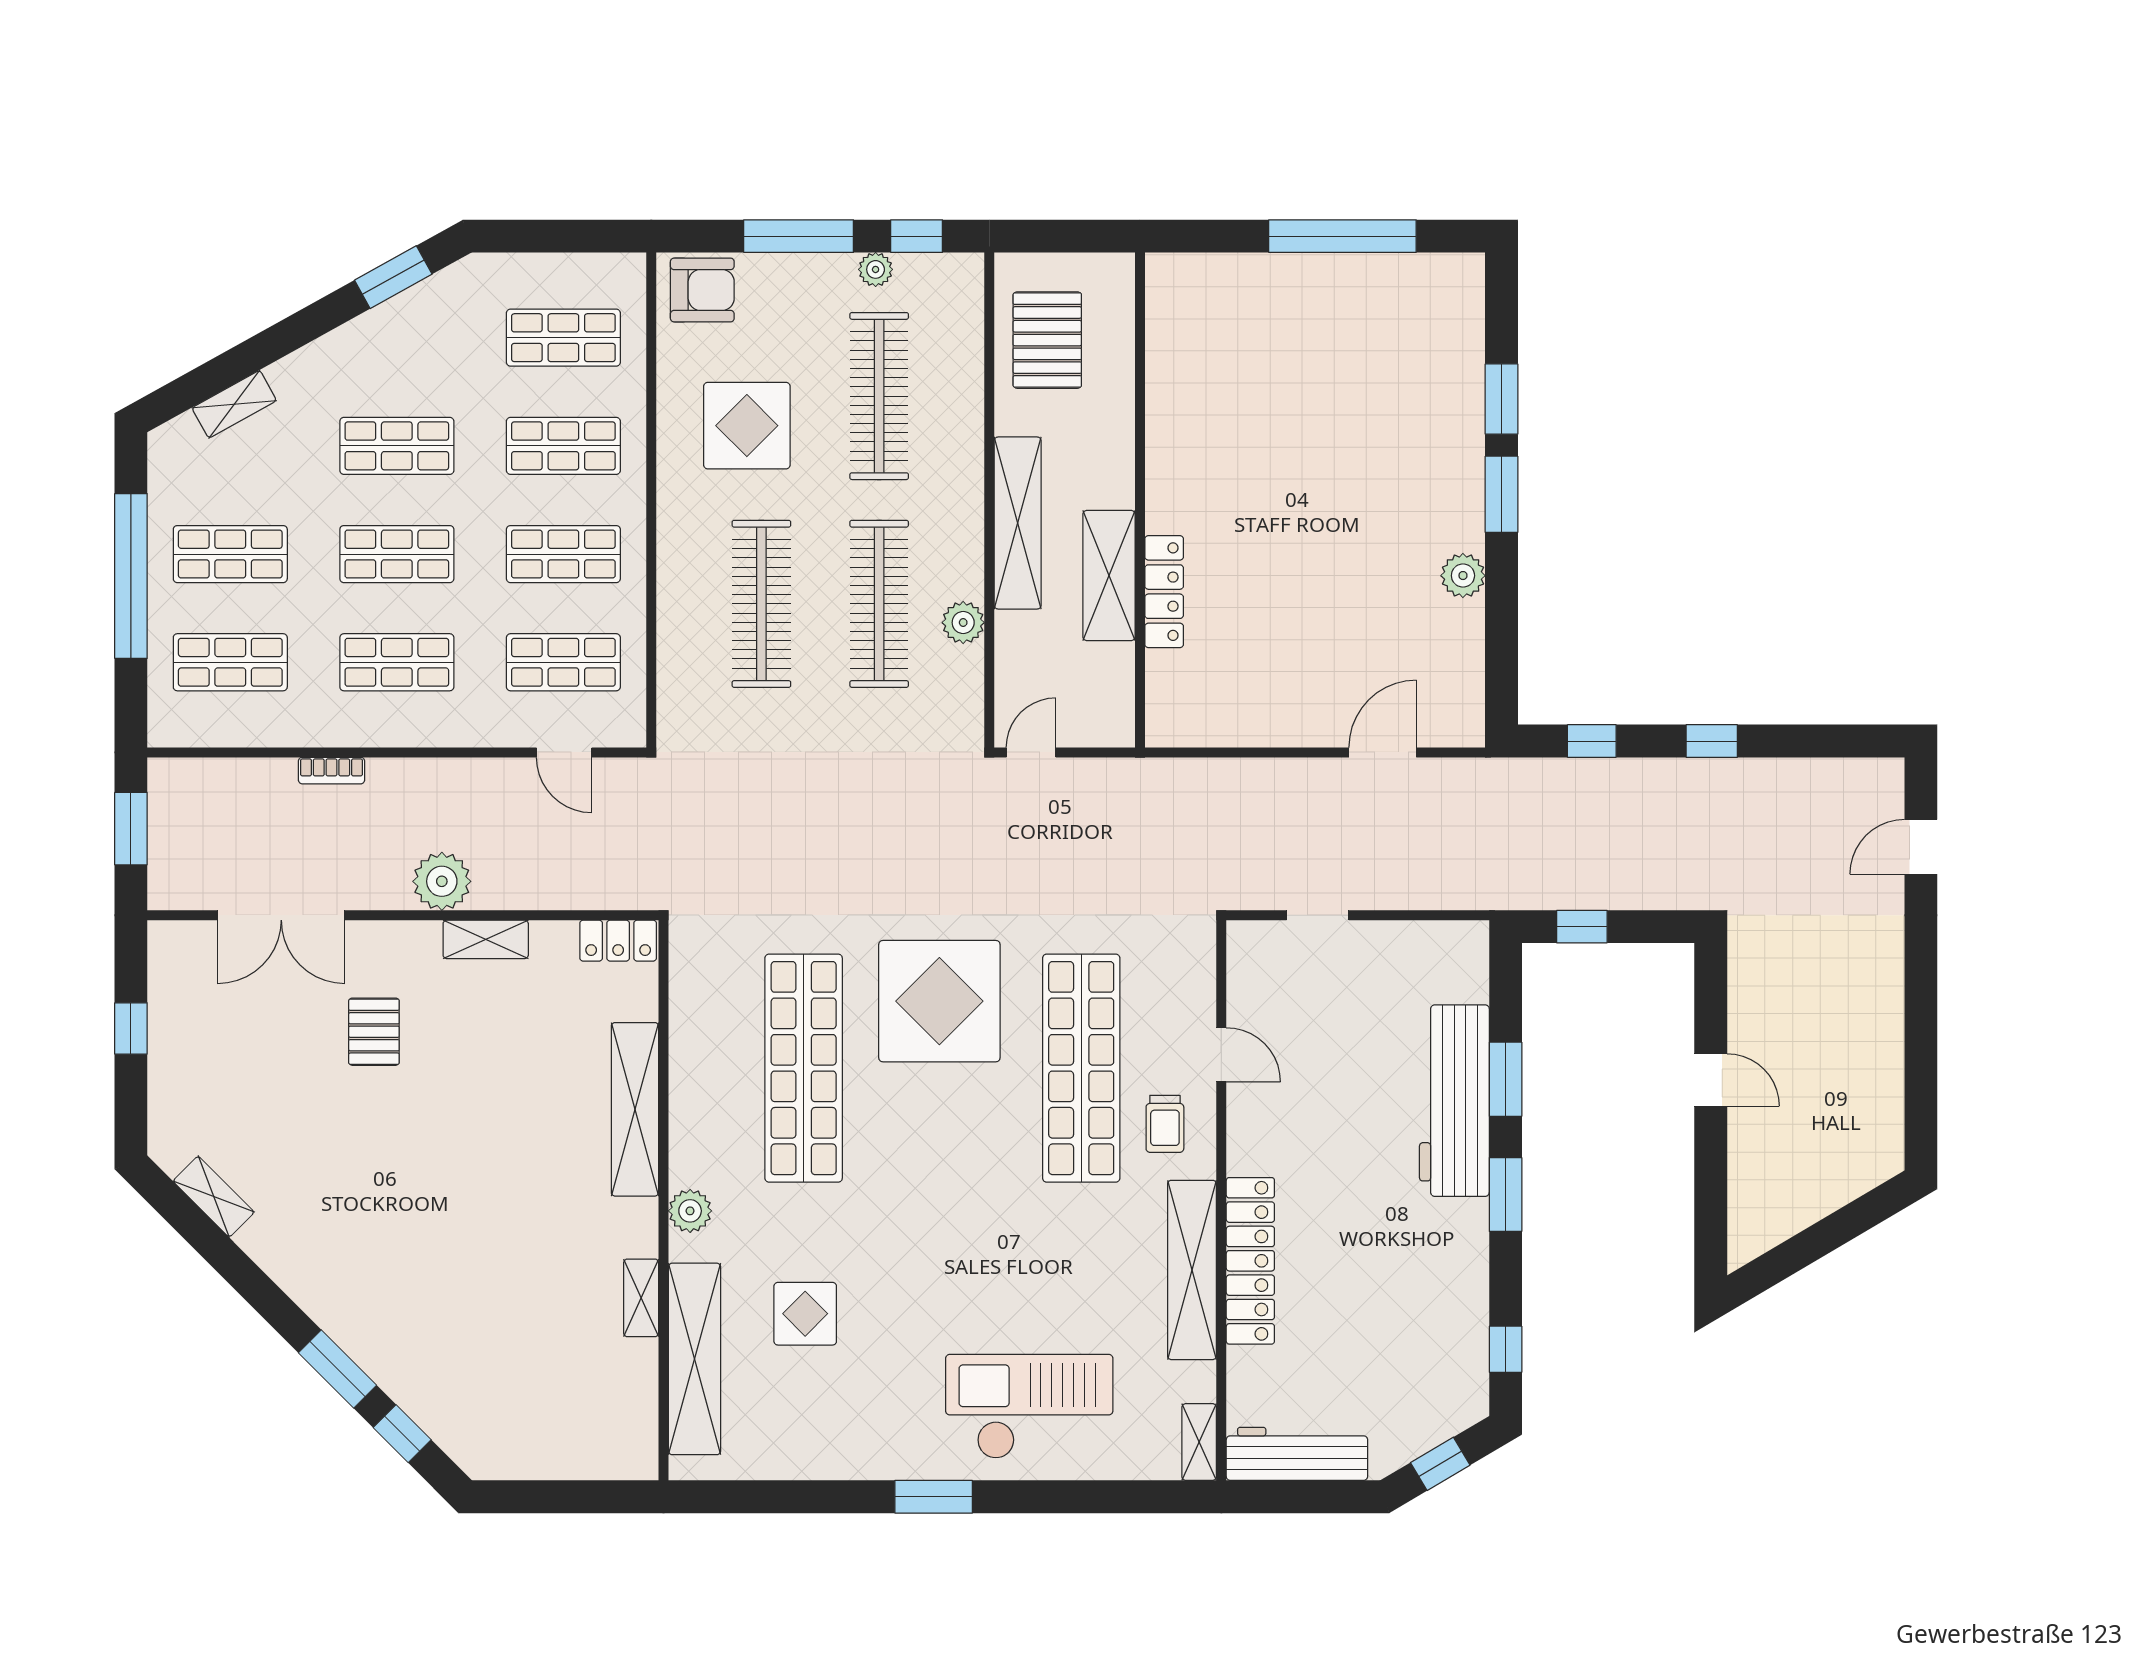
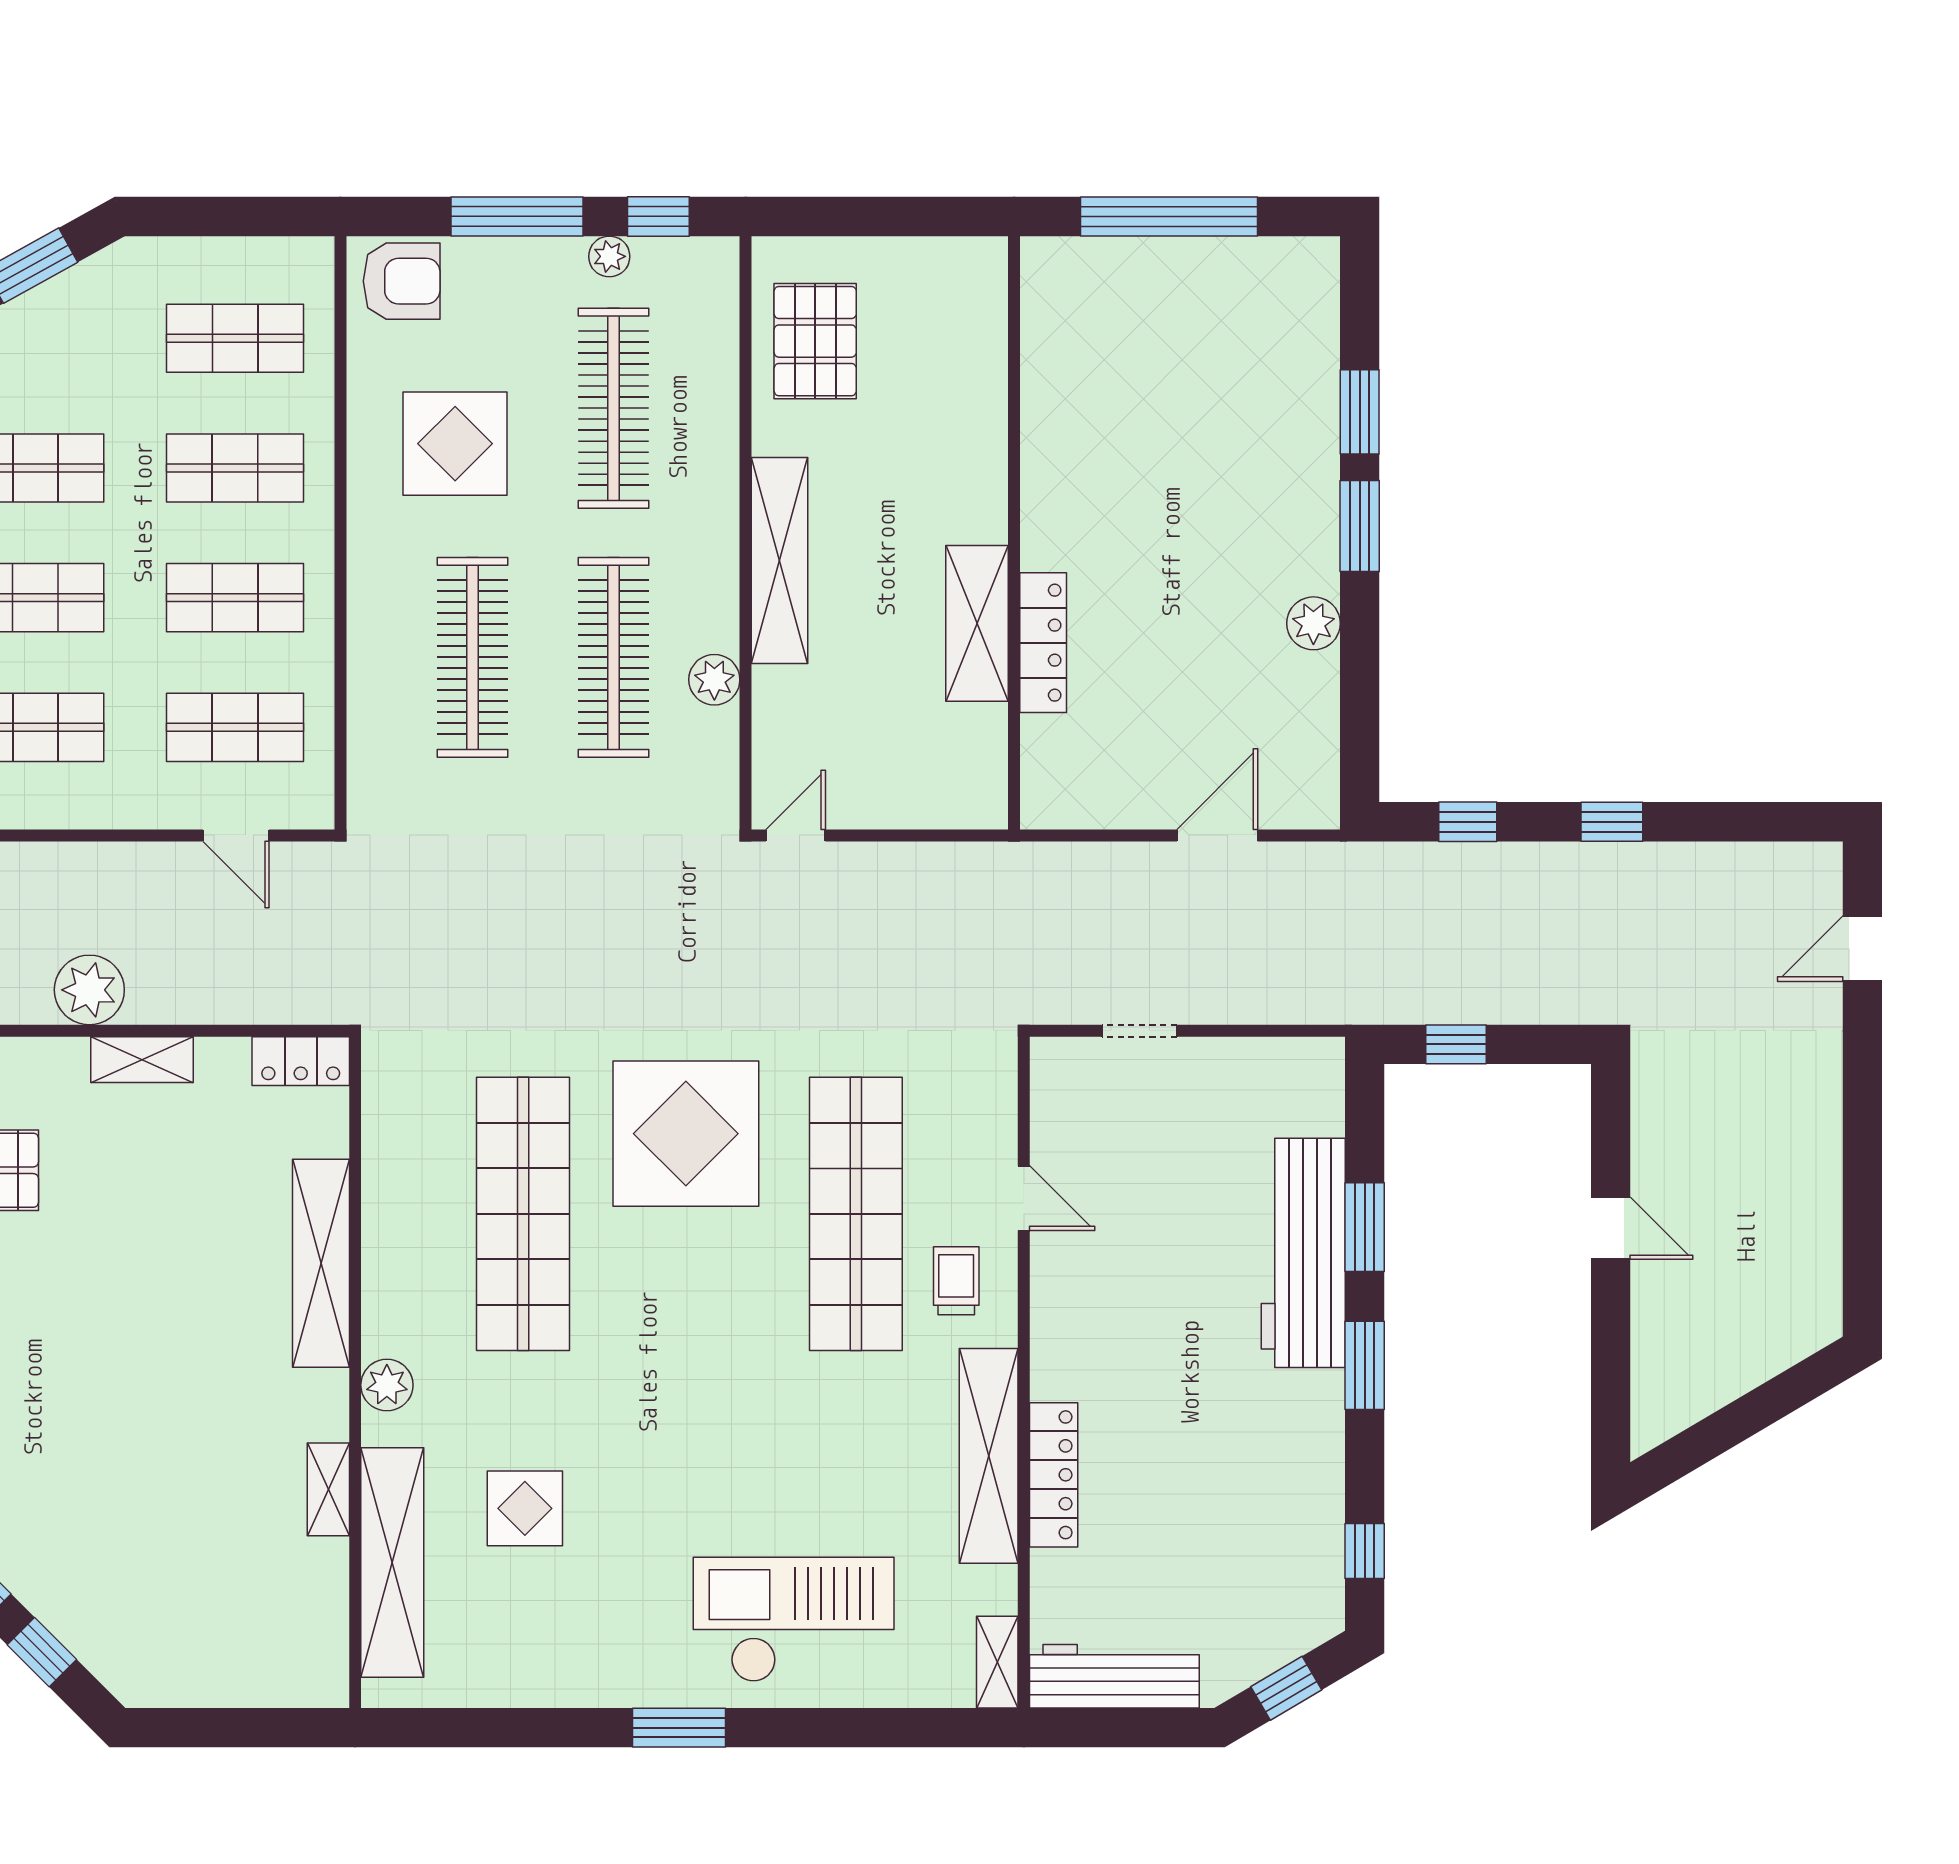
wall: (1140, 500) -> (1014, 533), moved
shelving: (1109, 576) -> (977, 623), moved
locker: (1164, 592) -> (1043, 643), moved
trolley: (1165, 1124) -> (956, 1281), turned 180
locker: (1250, 1261) -> (1054, 1475), width x0.71, depth x0.83

